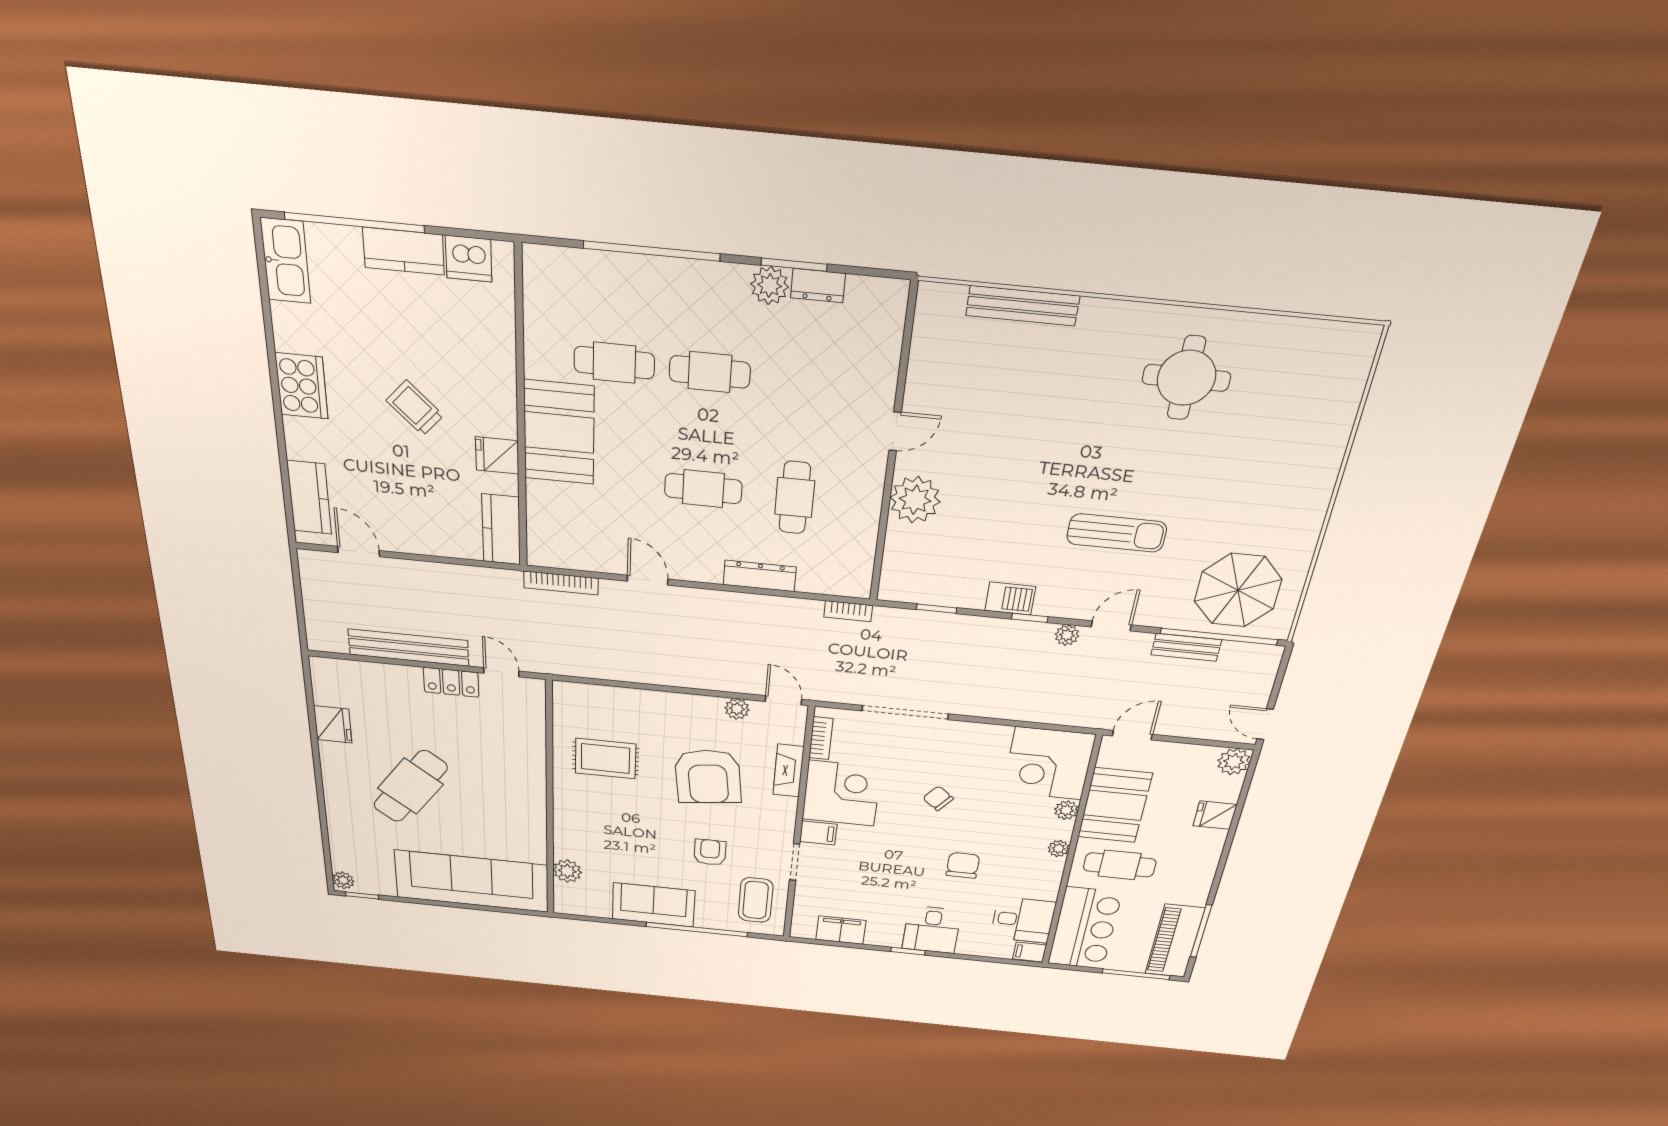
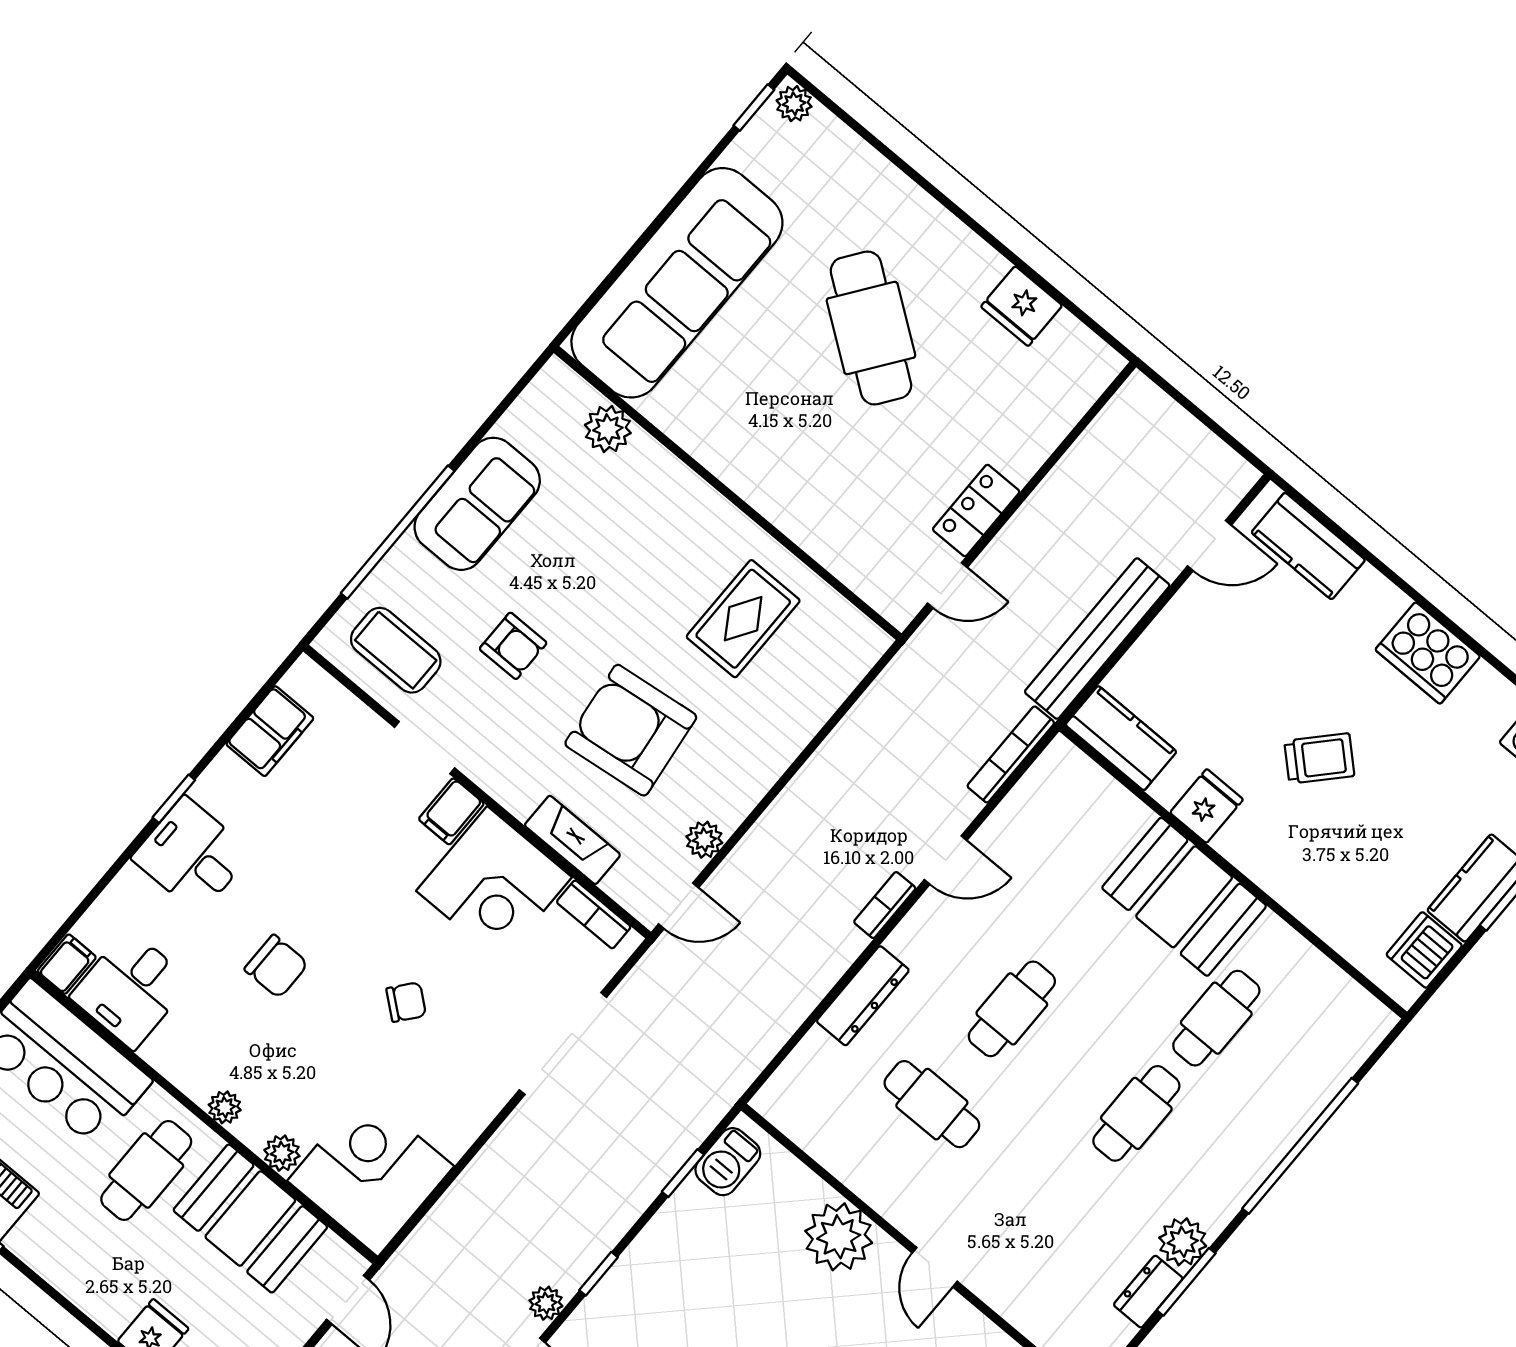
barbecue: (1010, 599) -> (728, 1162), moved
bookcase: (848, 611) -> (885, 905), moved
bench: (409, 648) -> (1097, 639), moved

